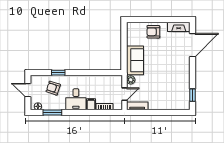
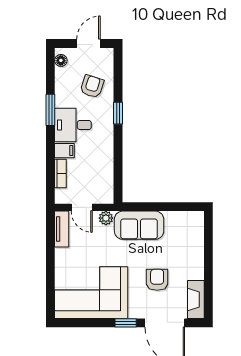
armchair: (153, 32) -> (157, 280), moved
window: (58, 73) -> (118, 113), moved
corner sofa: (175, 89) -> (91, 293), added
window: (193, 95) -> (126, 323), moved
window: (52, 113) -> (50, 110), moved

